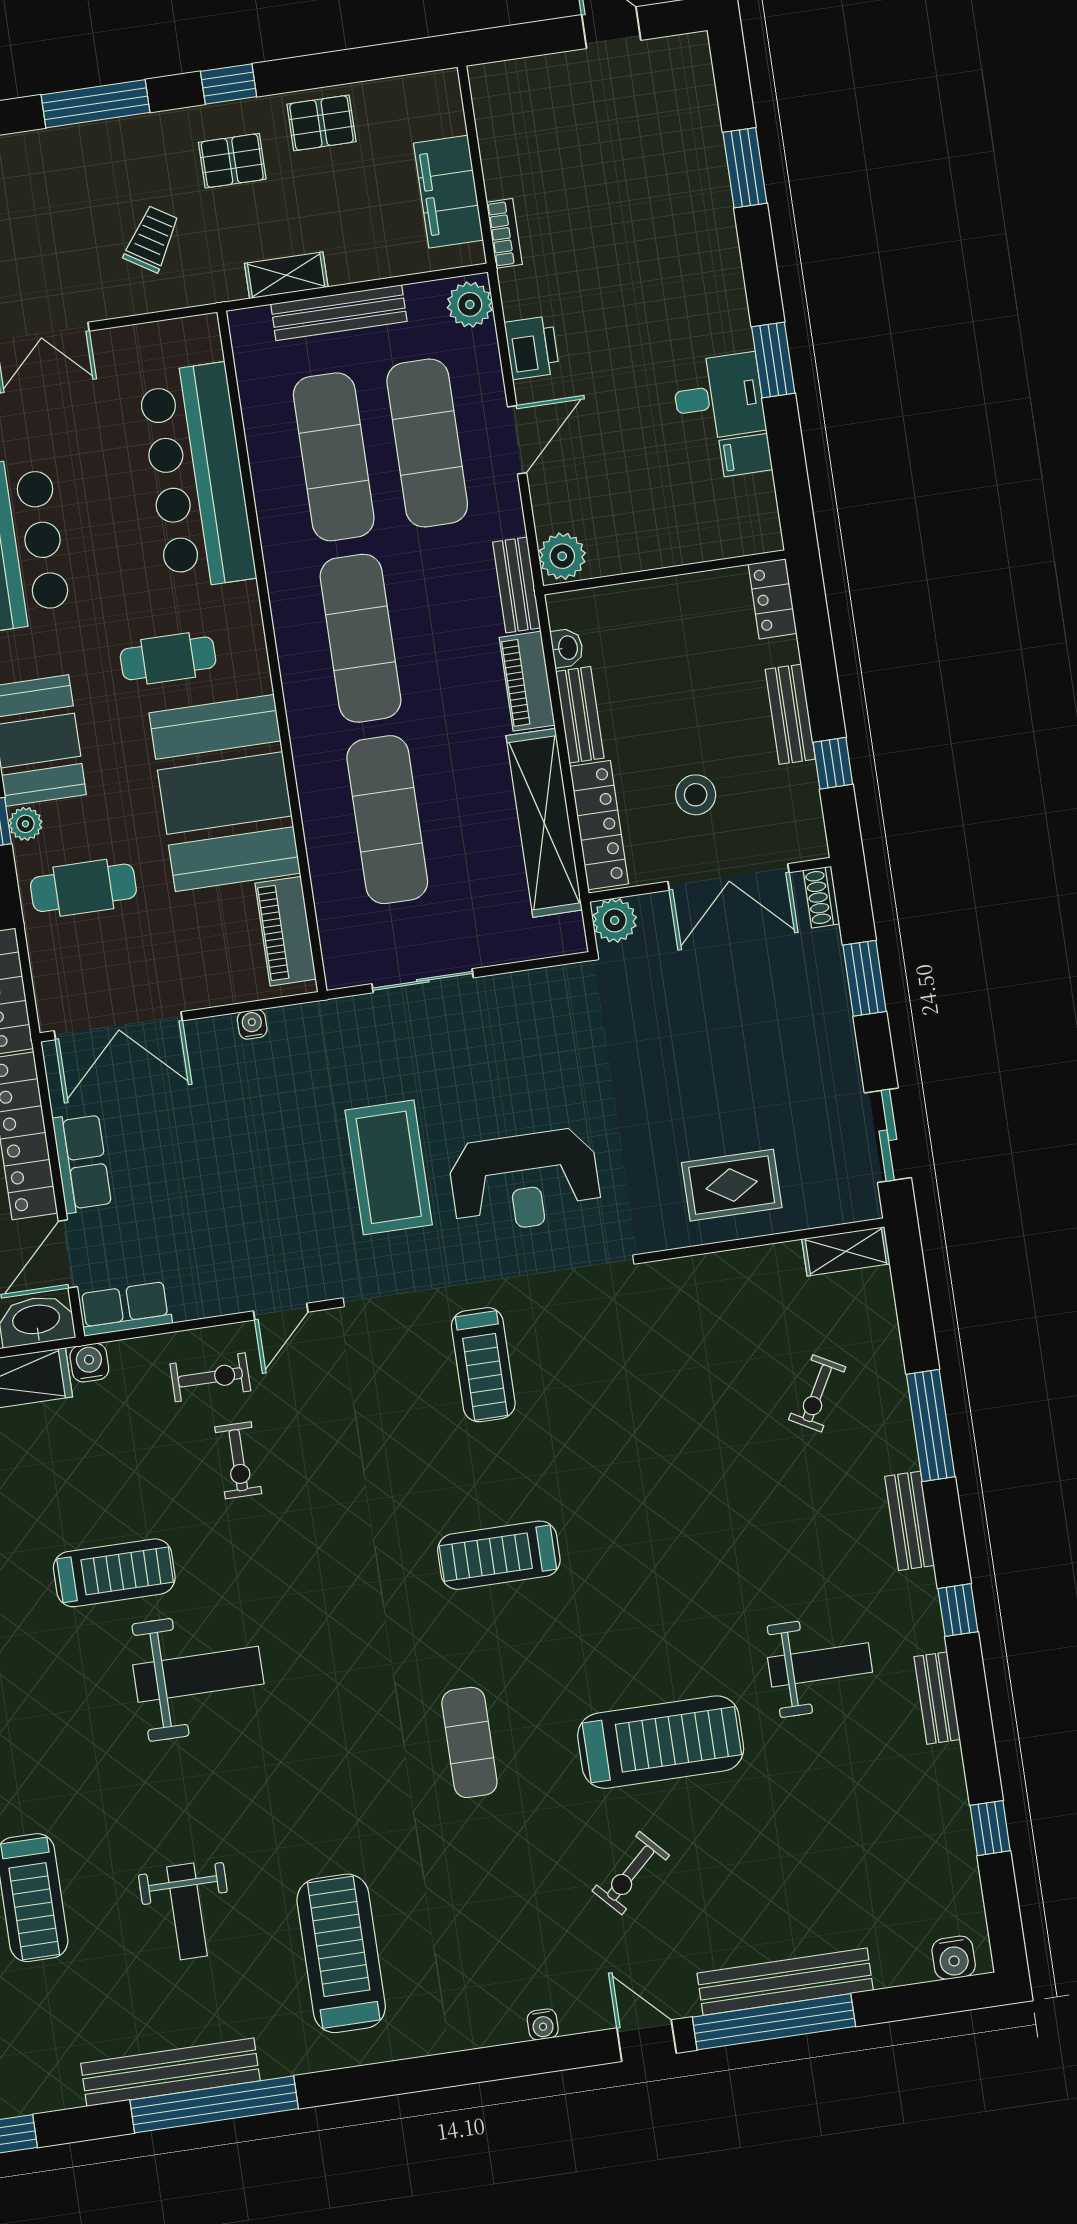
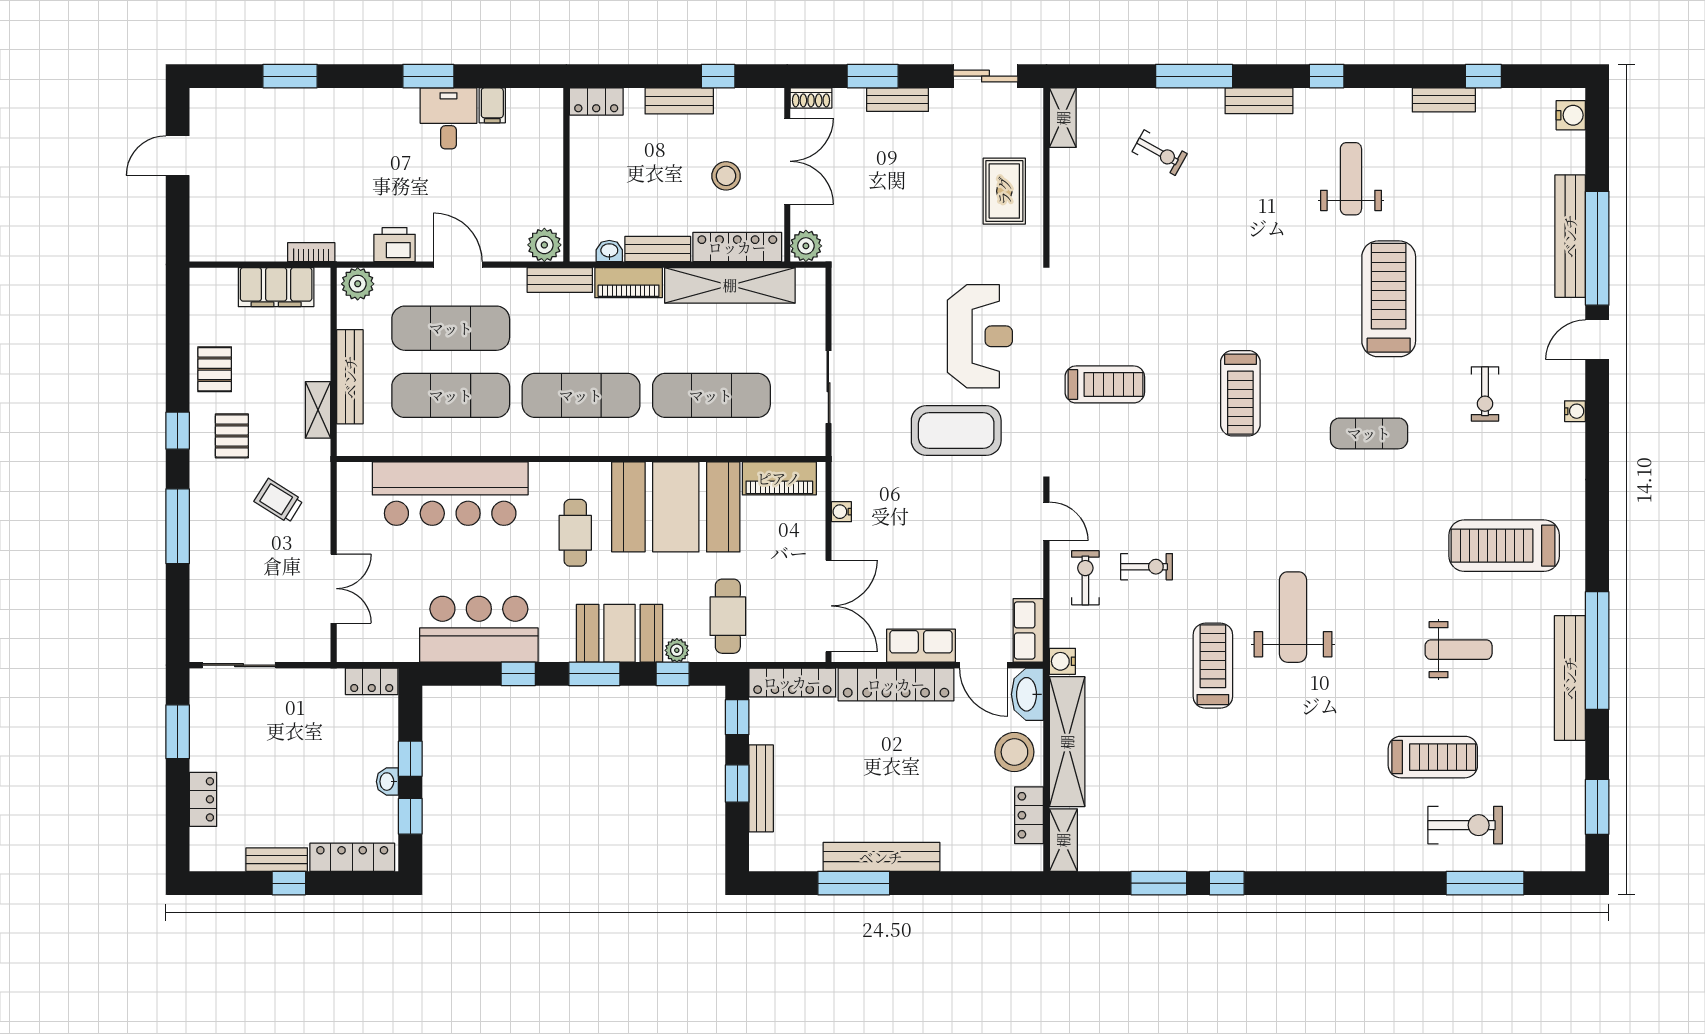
bench: (837, 1018) -> (898, 100), added
bench: (937, 1698) -> (1444, 100), moved
exercise bike: (631, 1873) -> (1485, 394), moved, turned 43

